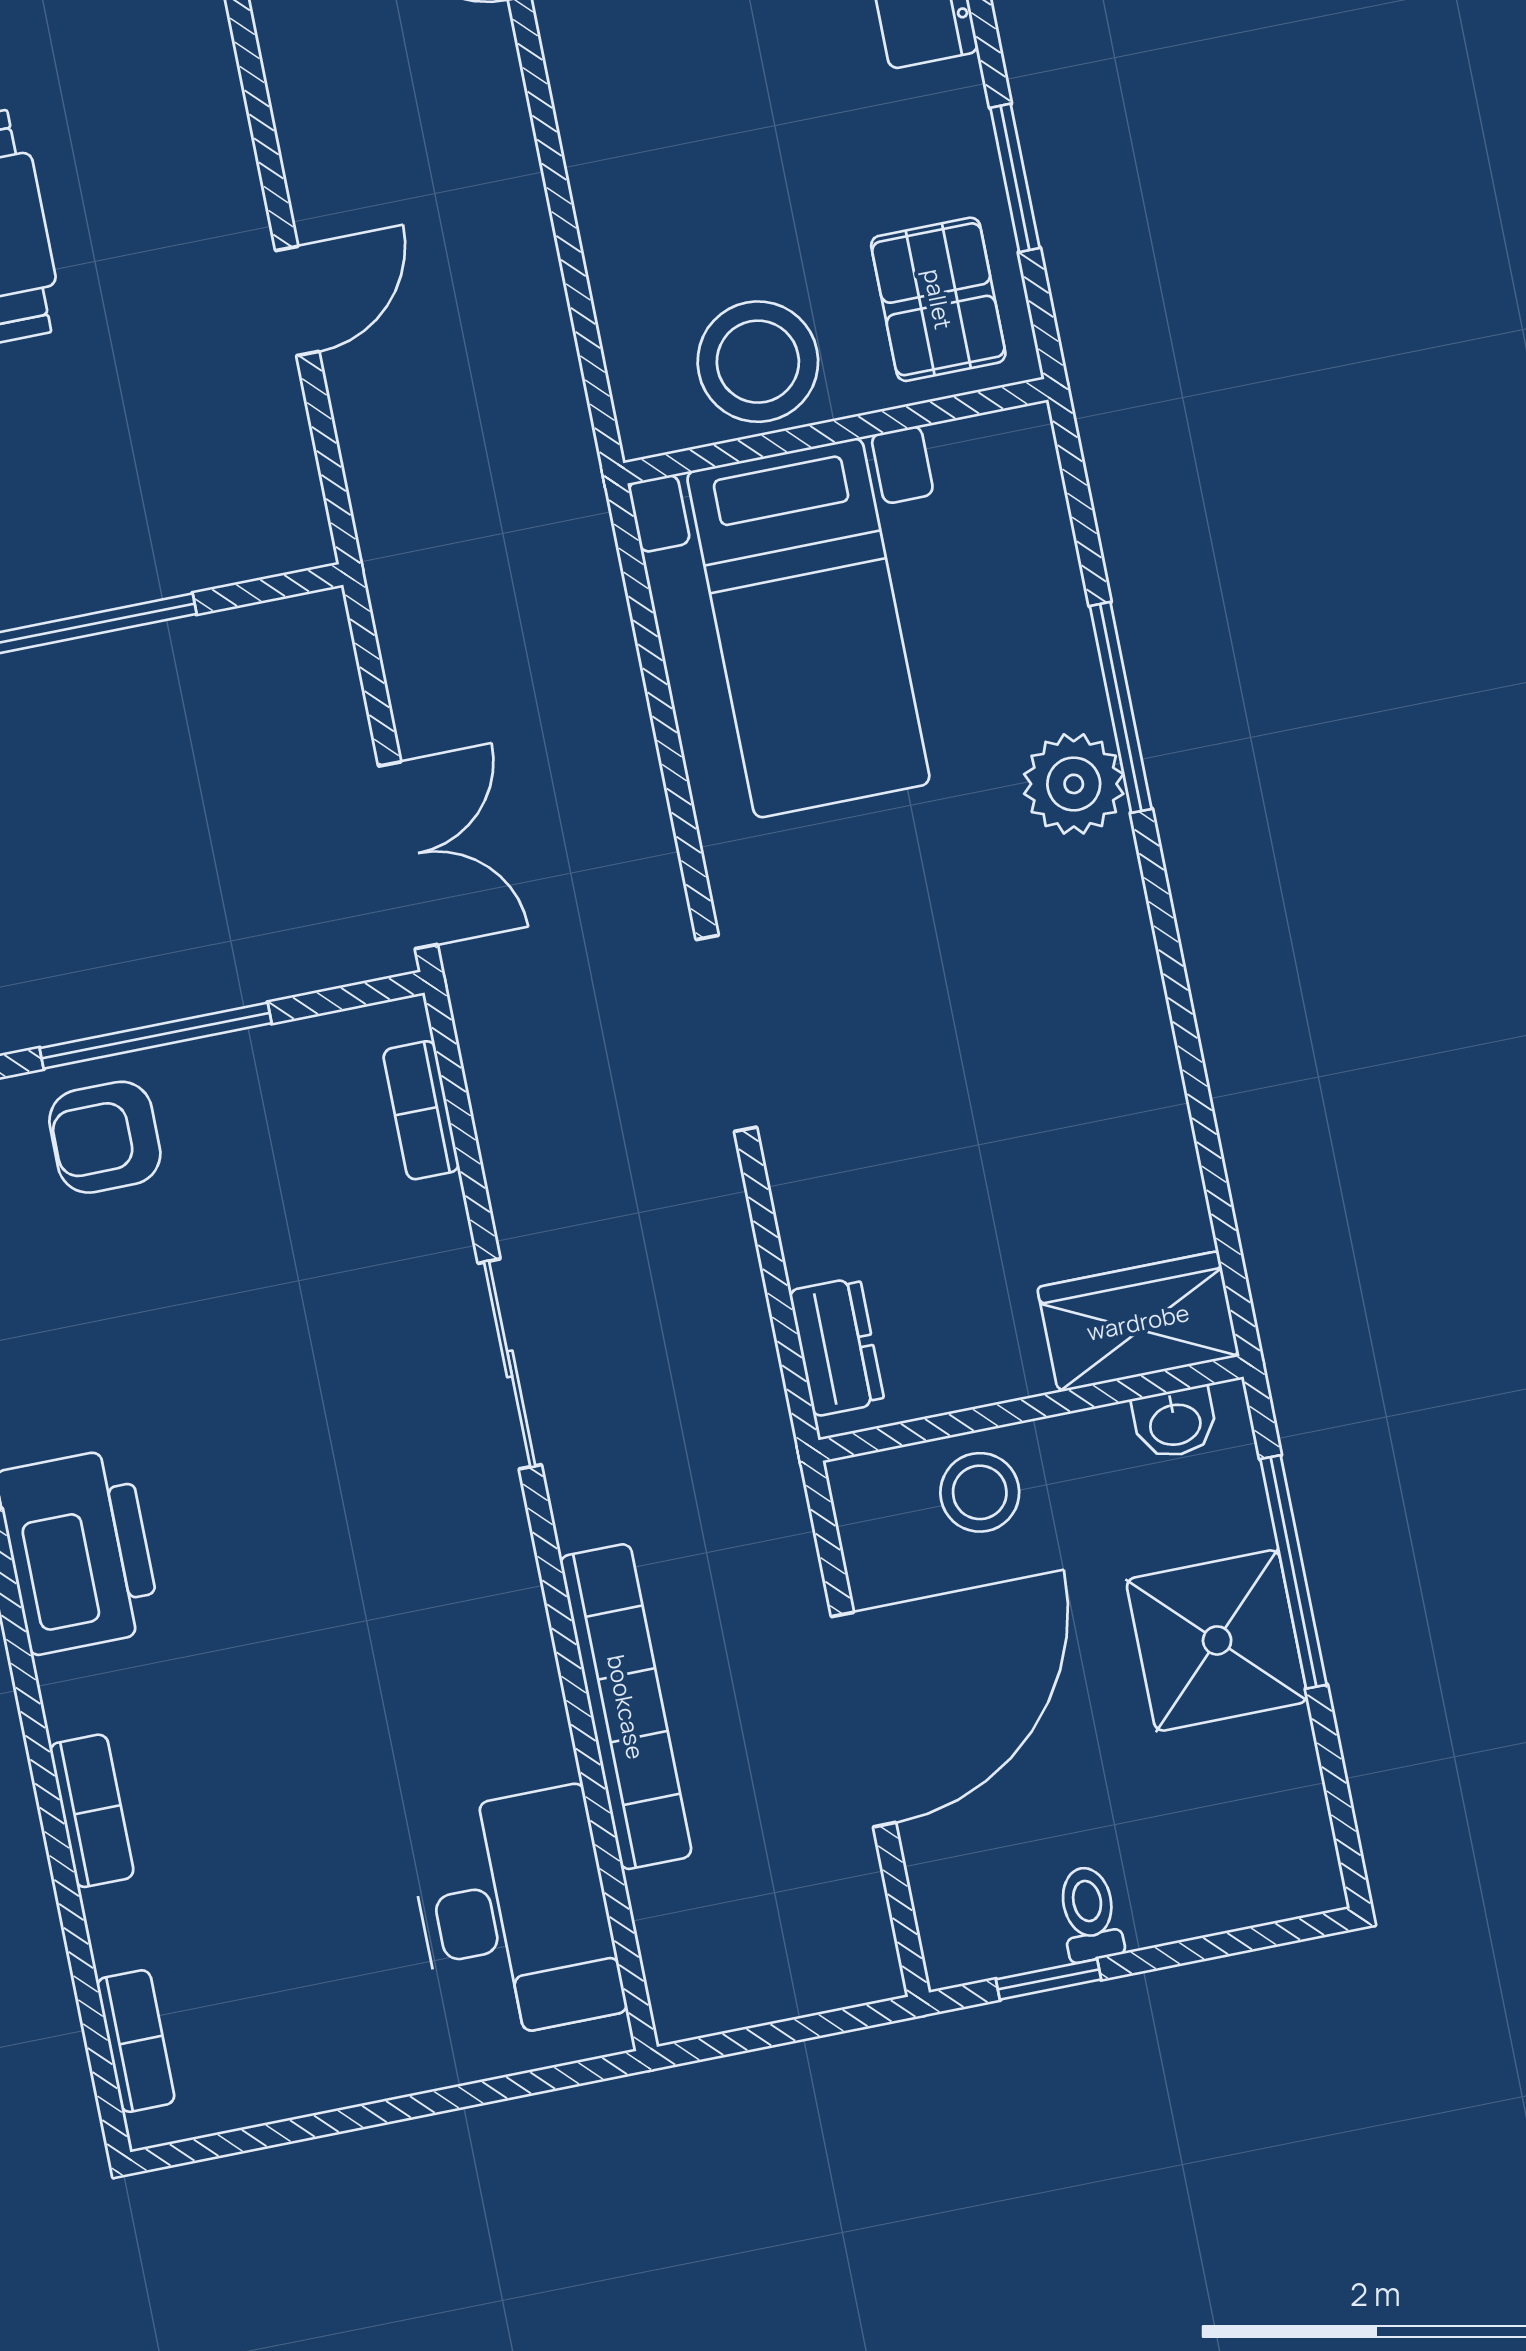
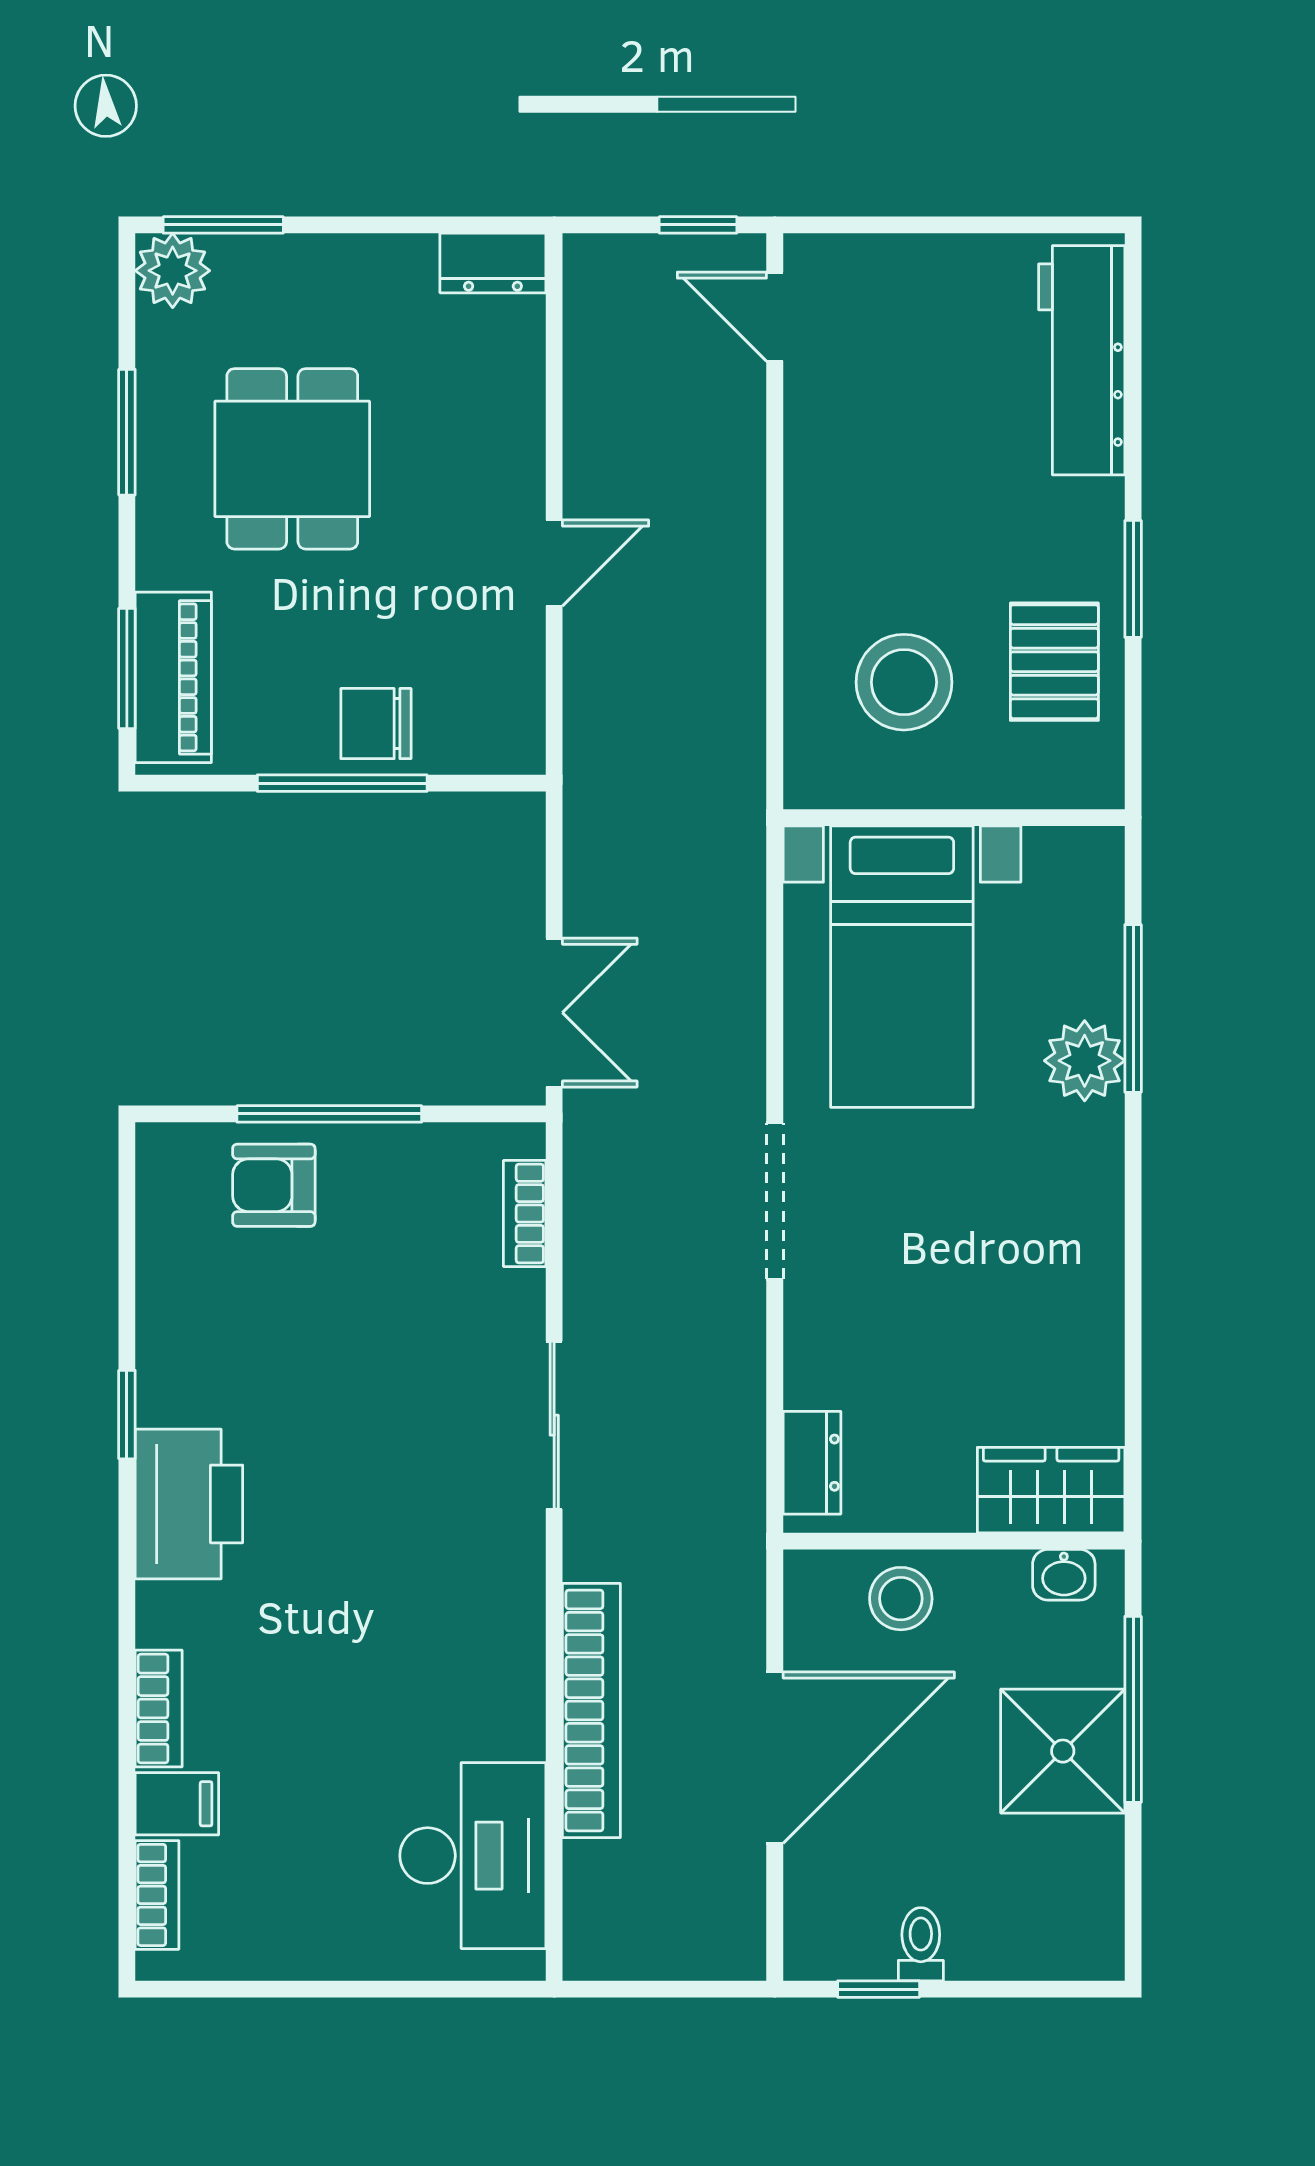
wall: (836, 431) -> (954, 818), moved
chair: (117, 543) -> (376, 724), added
bed with nightstands: (808, 628) -> (902, 967), moved
filing cabinet: (138, 1924) -> (177, 1804), added

